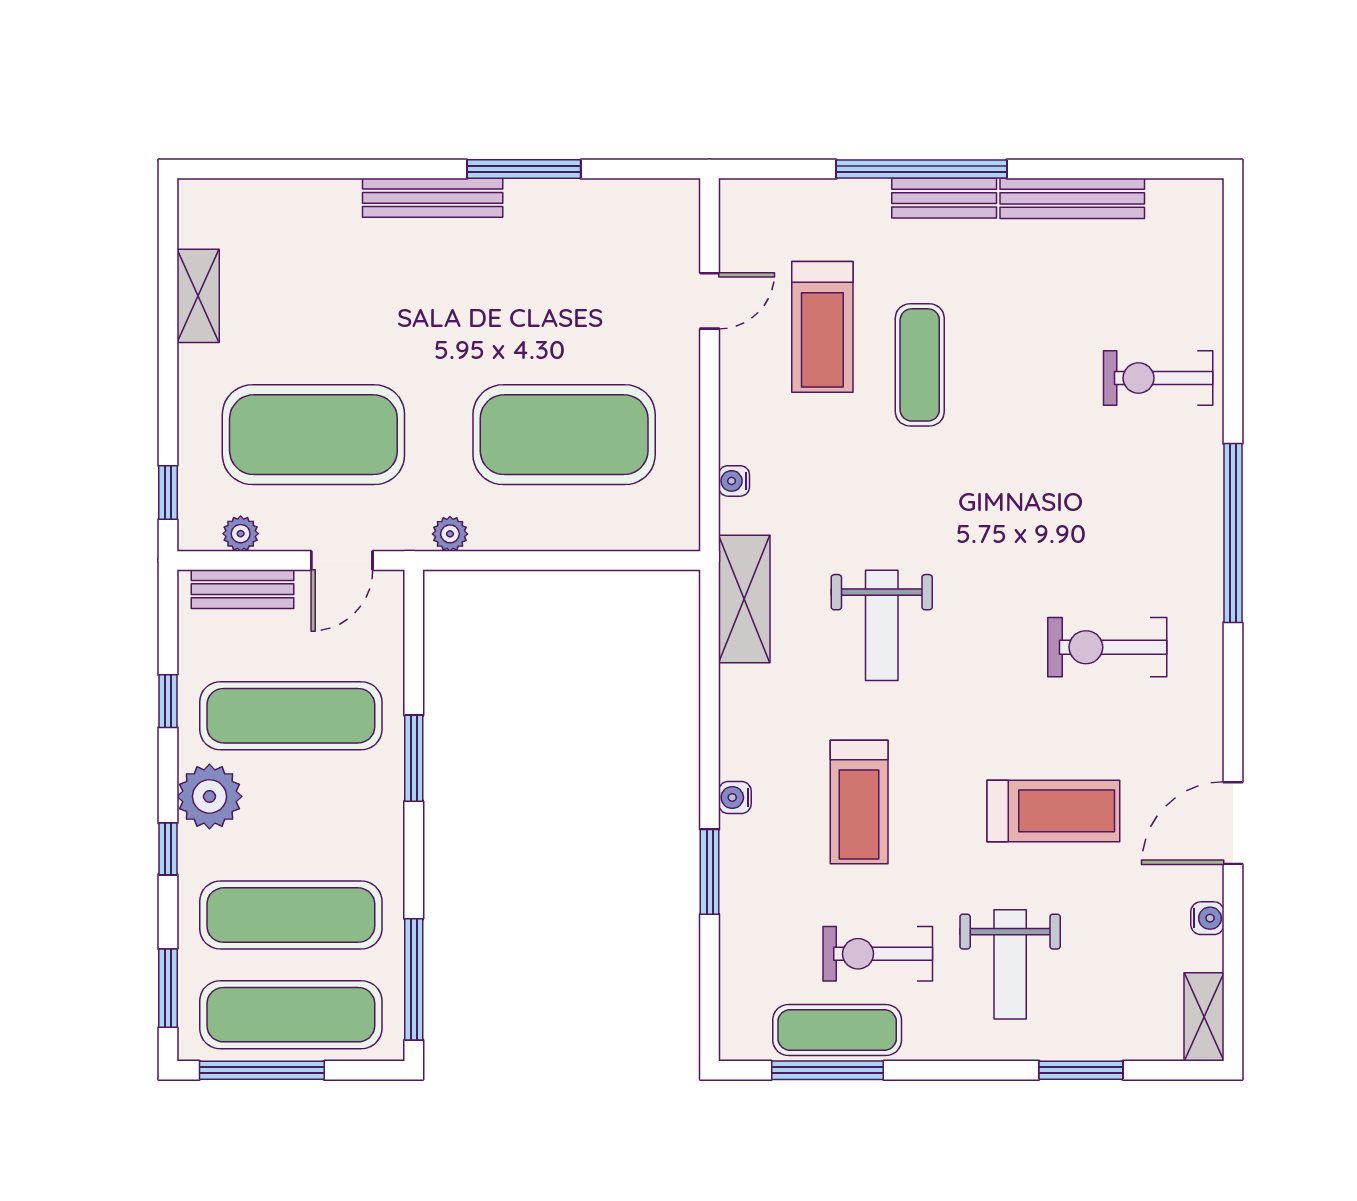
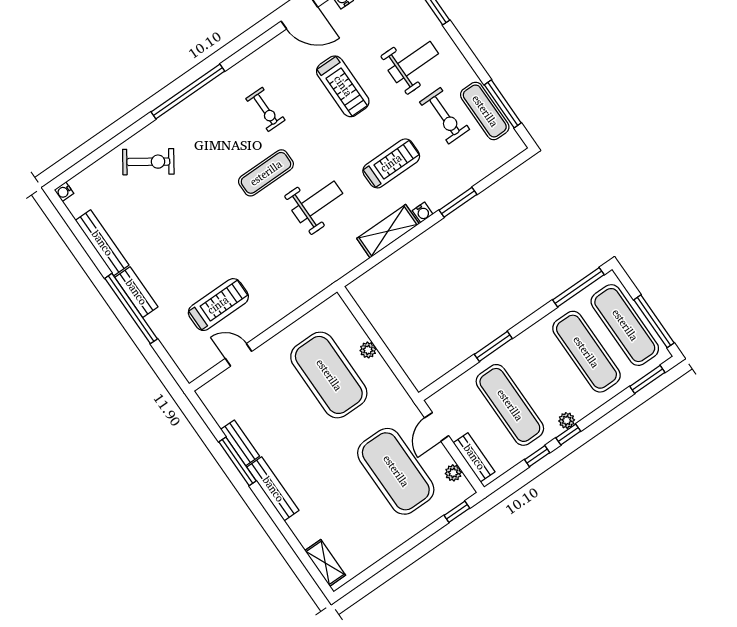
bench: (553, 196) -> (240, 443), added
shelving: (198, 296) -> (325, 563), moved, turned 90
exercise mat: (920, 365) -> (266, 173), moved
exercise bike: (1158, 378) -> (148, 162), turned -56
water cooler: (734, 481) -> (64, 192), moved, turned 90
plant: (450, 534) -> (368, 350), moved
door: (342, 560) -> (437, 427), swing flipped
shelving: (744, 599) -> (388, 231), moved
exercise bike: (1107, 647) -> (265, 109), width x0.73, depth x0.72
plant: (209, 796) -> (567, 420), width x0.53, depth x0.53
treadmill: (1053, 811) -> (343, 86), turned 180
window: (168, 849) -> (568, 434), moved

